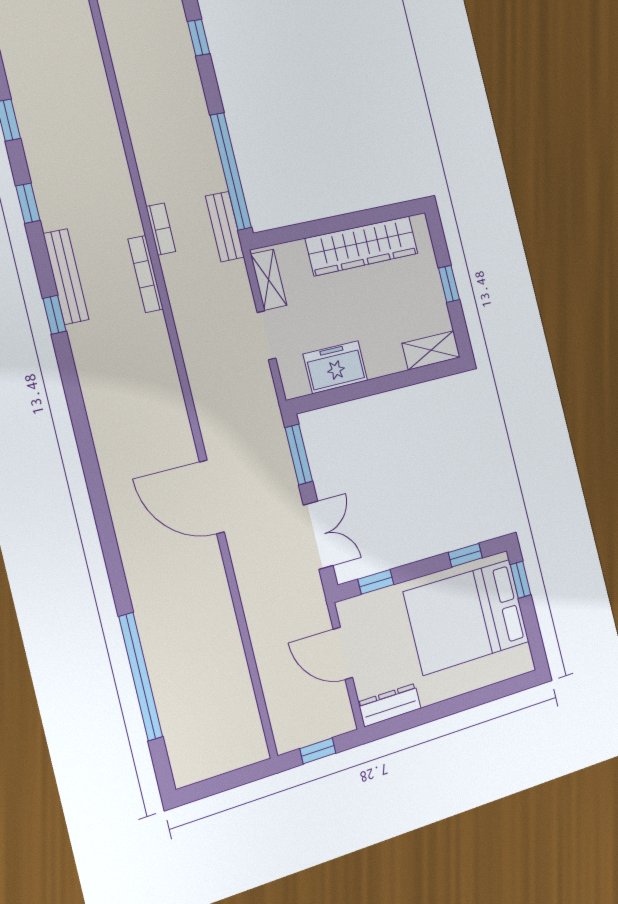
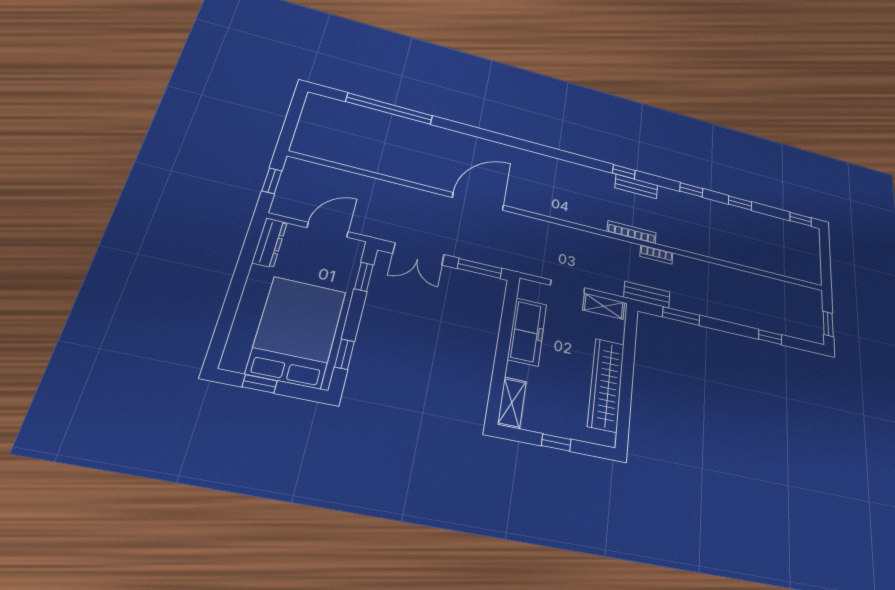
window: (231, 171) -> (681, 316), width x0.47
bench: (66, 277) -> (636, 186), width x0.73
freezer: (335, 367) -> (527, 332), width x1.40
window: (521, 580) -> (260, 384), moved

